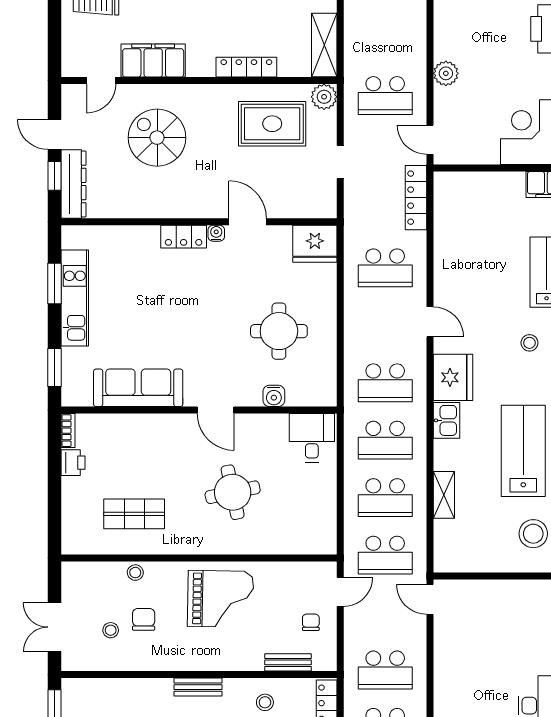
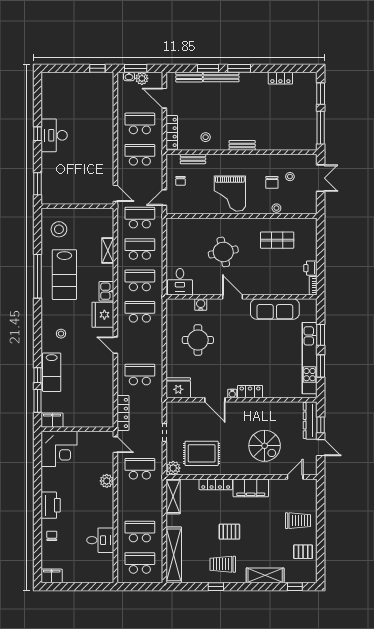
filing cabinet: (153, 61) -> (251, 488), moved
kitchen unit: (75, 298) -> (309, 358), width x1.36
window: (55, 367) -> (321, 335), moved
grand piano: (221, 599) -> (230, 194), turned -91

